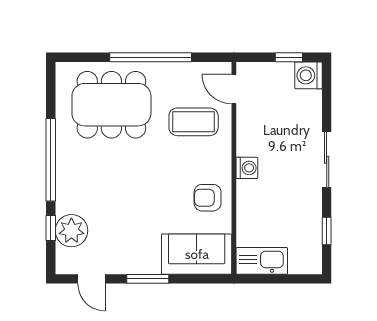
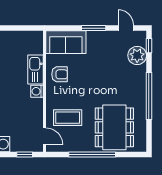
window: (289, 57) -> (25, 154), moved
dining table: (111, 105) -> (114, 127), turned 90
window: (51, 228) -> (149, 46), moved
kitchen sink: (262, 261) -> (36, 70), moved, turned 90

